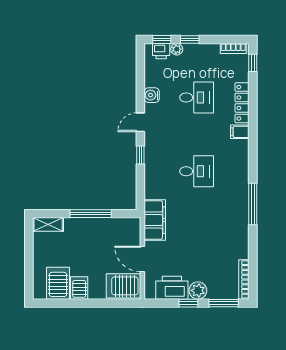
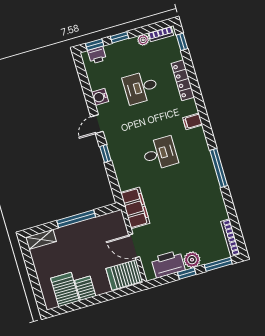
plant: (177, 49) -> (143, 40), moved
desk: (197, 98) -> (141, 87), turned 180
filing cabinet: (240, 132) -> (193, 121), moved

